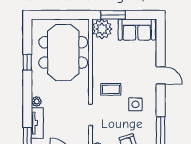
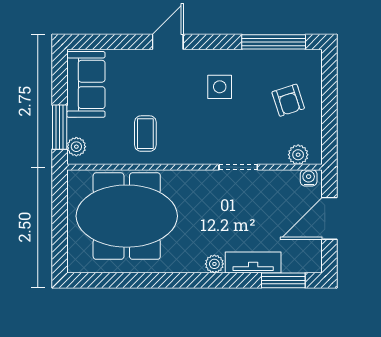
plant: (102, 29) -> (76, 147), width x0.53, depth x0.53
window: (27, 62) -> (144, 280), removed
coffee table: (111, 89) -> (145, 134), moved

